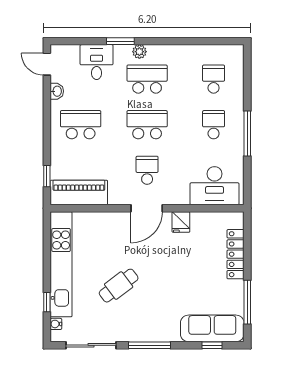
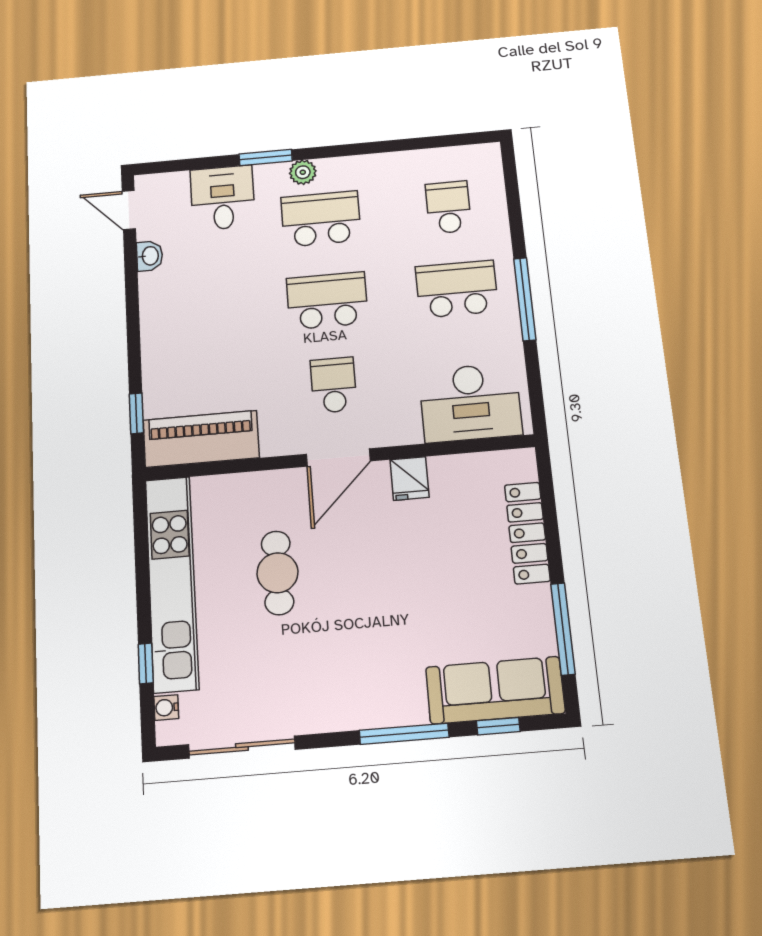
school desk: (81, 125) -> (198, 312), removed
school desk: (214, 125) -> (457, 289), width x1.85
cafe table: (119, 286) -> (277, 573), moved, turned -53
window: (150, 345) -> (404, 734), moved

